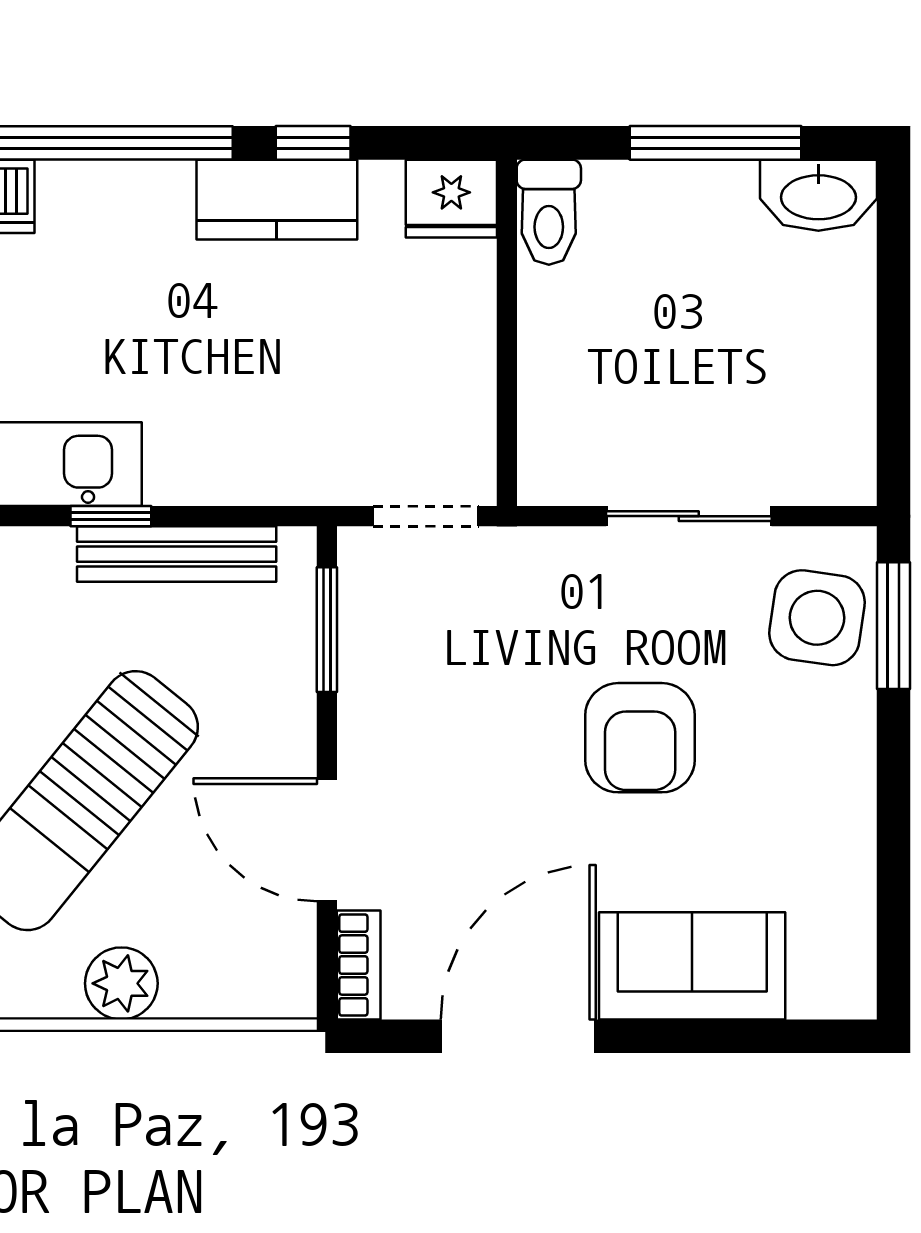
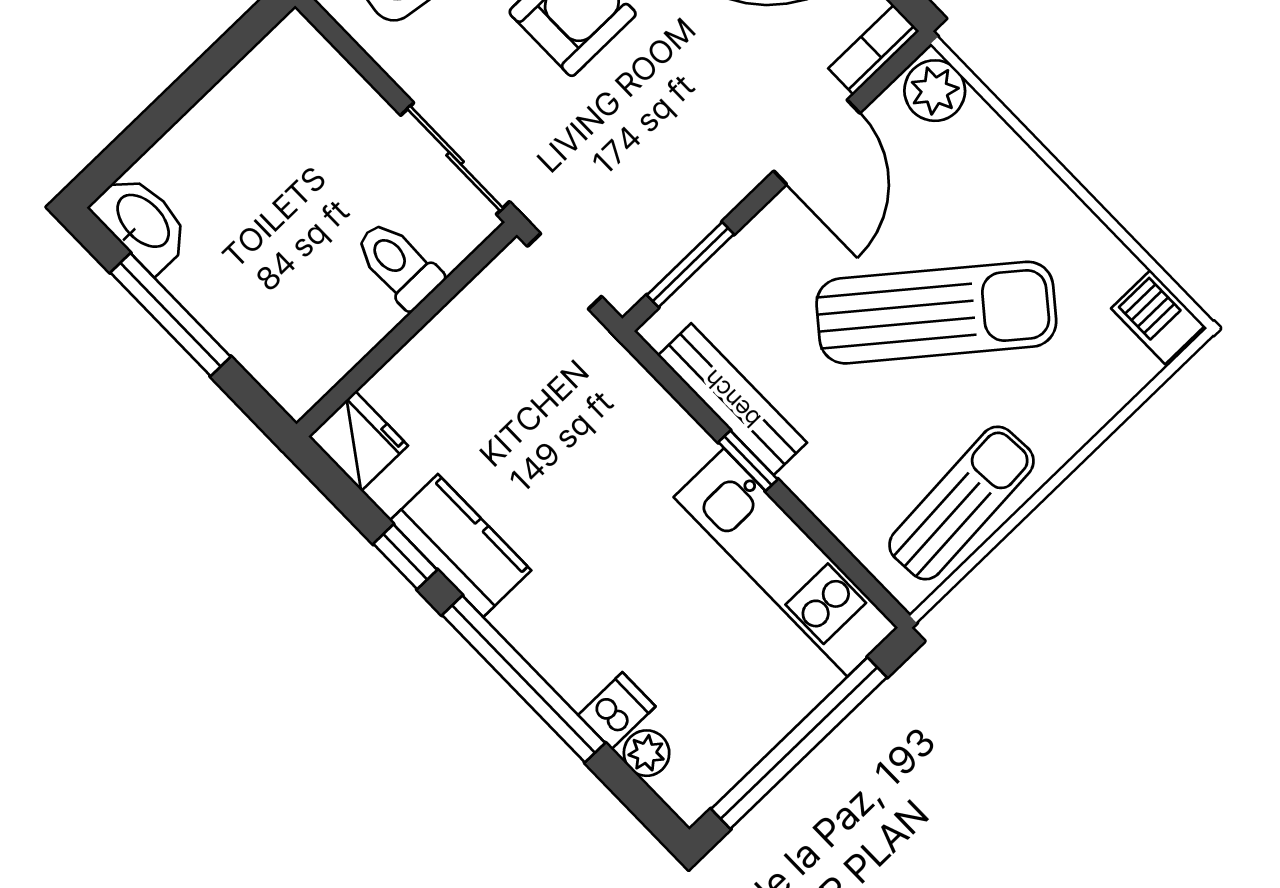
toilet: (549, 212) -> (398, 264), moved, turned -90
sliding door: (689, 516) -> (455, 158), moved
plant: (121, 983) -> (935, 91), moved

